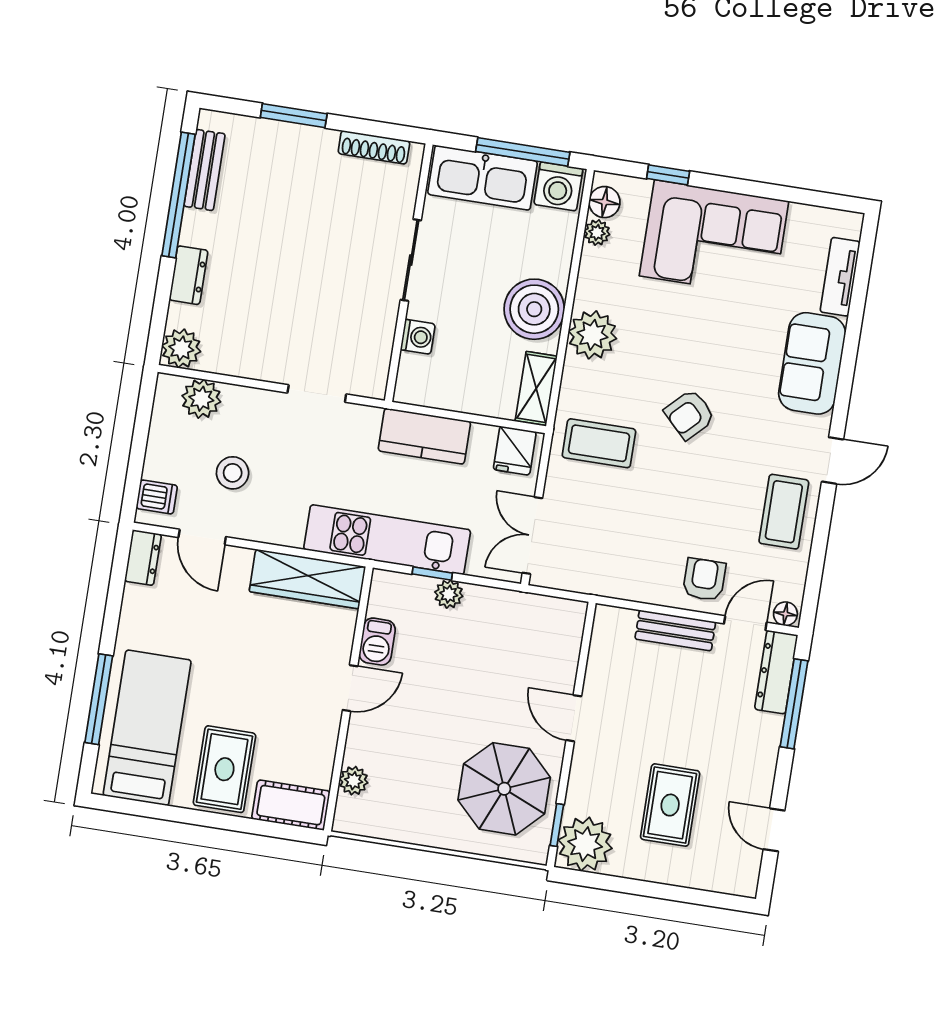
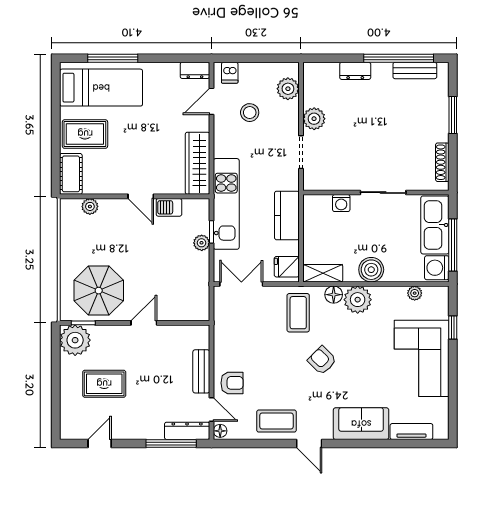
floor lamp: (604, 202) -> (334, 295), moved
boiler: (534, 309) -> (371, 270), width x0.73, depth x0.73
plant: (181, 348) -> (314, 119), moved

